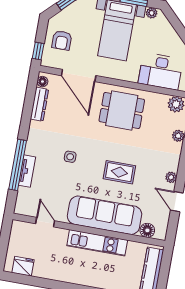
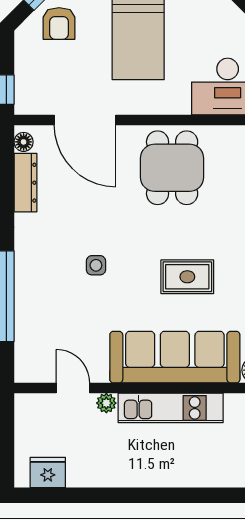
armchair: (62, 40) -> (59, 24), moved
dining table: (122, 111) -> (172, 168), turned 90
tv unit: (27, 171) -> (25, 304), removed
plant: (62, 234) -> (106, 403), added

